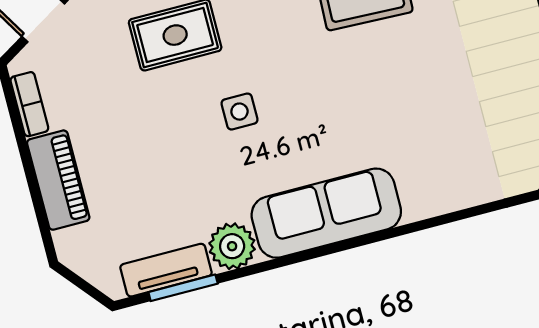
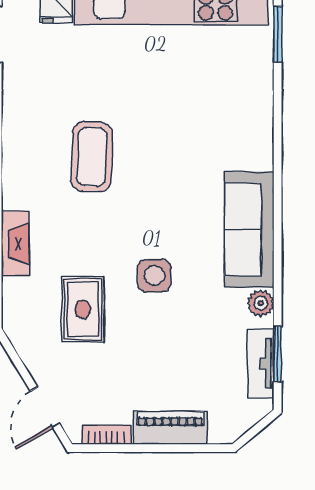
side table: (239, 112) -> (154, 276), width x1.37, depth x1.37
plant: (232, 246) -> (261, 303), width x0.73, depth x0.73

